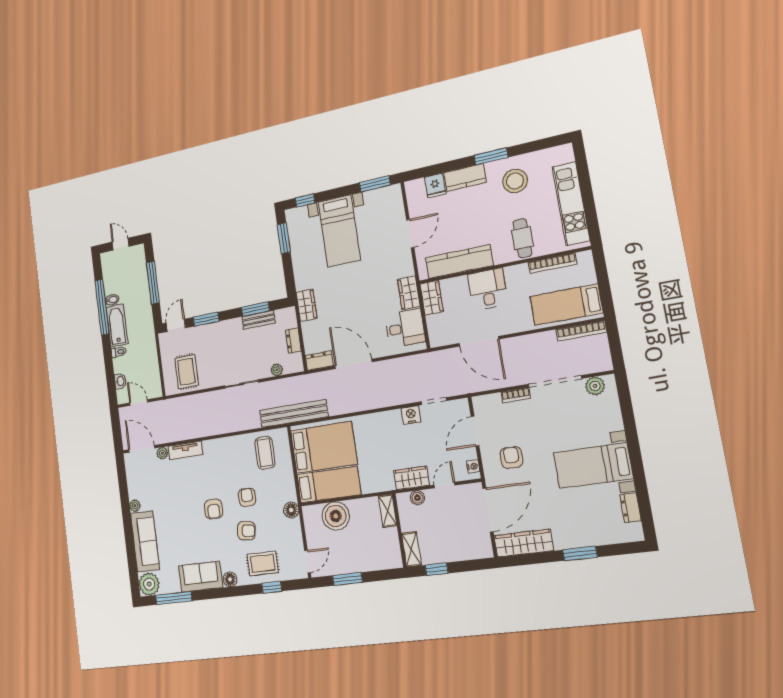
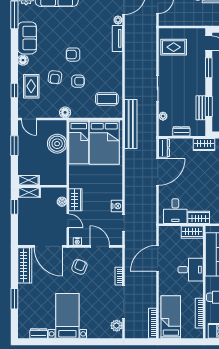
armchair: (511, 458) -> (79, 267), turned -68
shelving: (388, 511) -> (28, 180), moved

